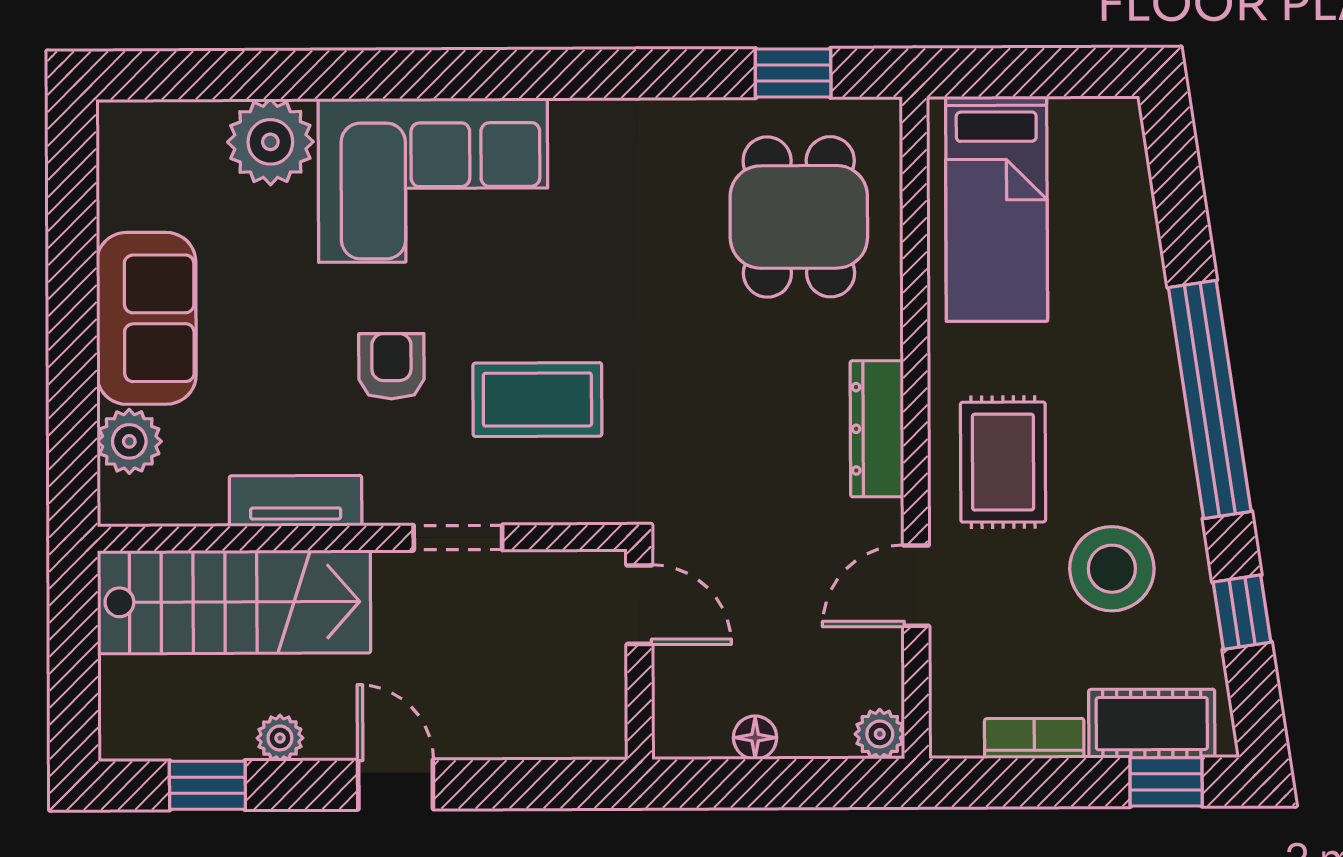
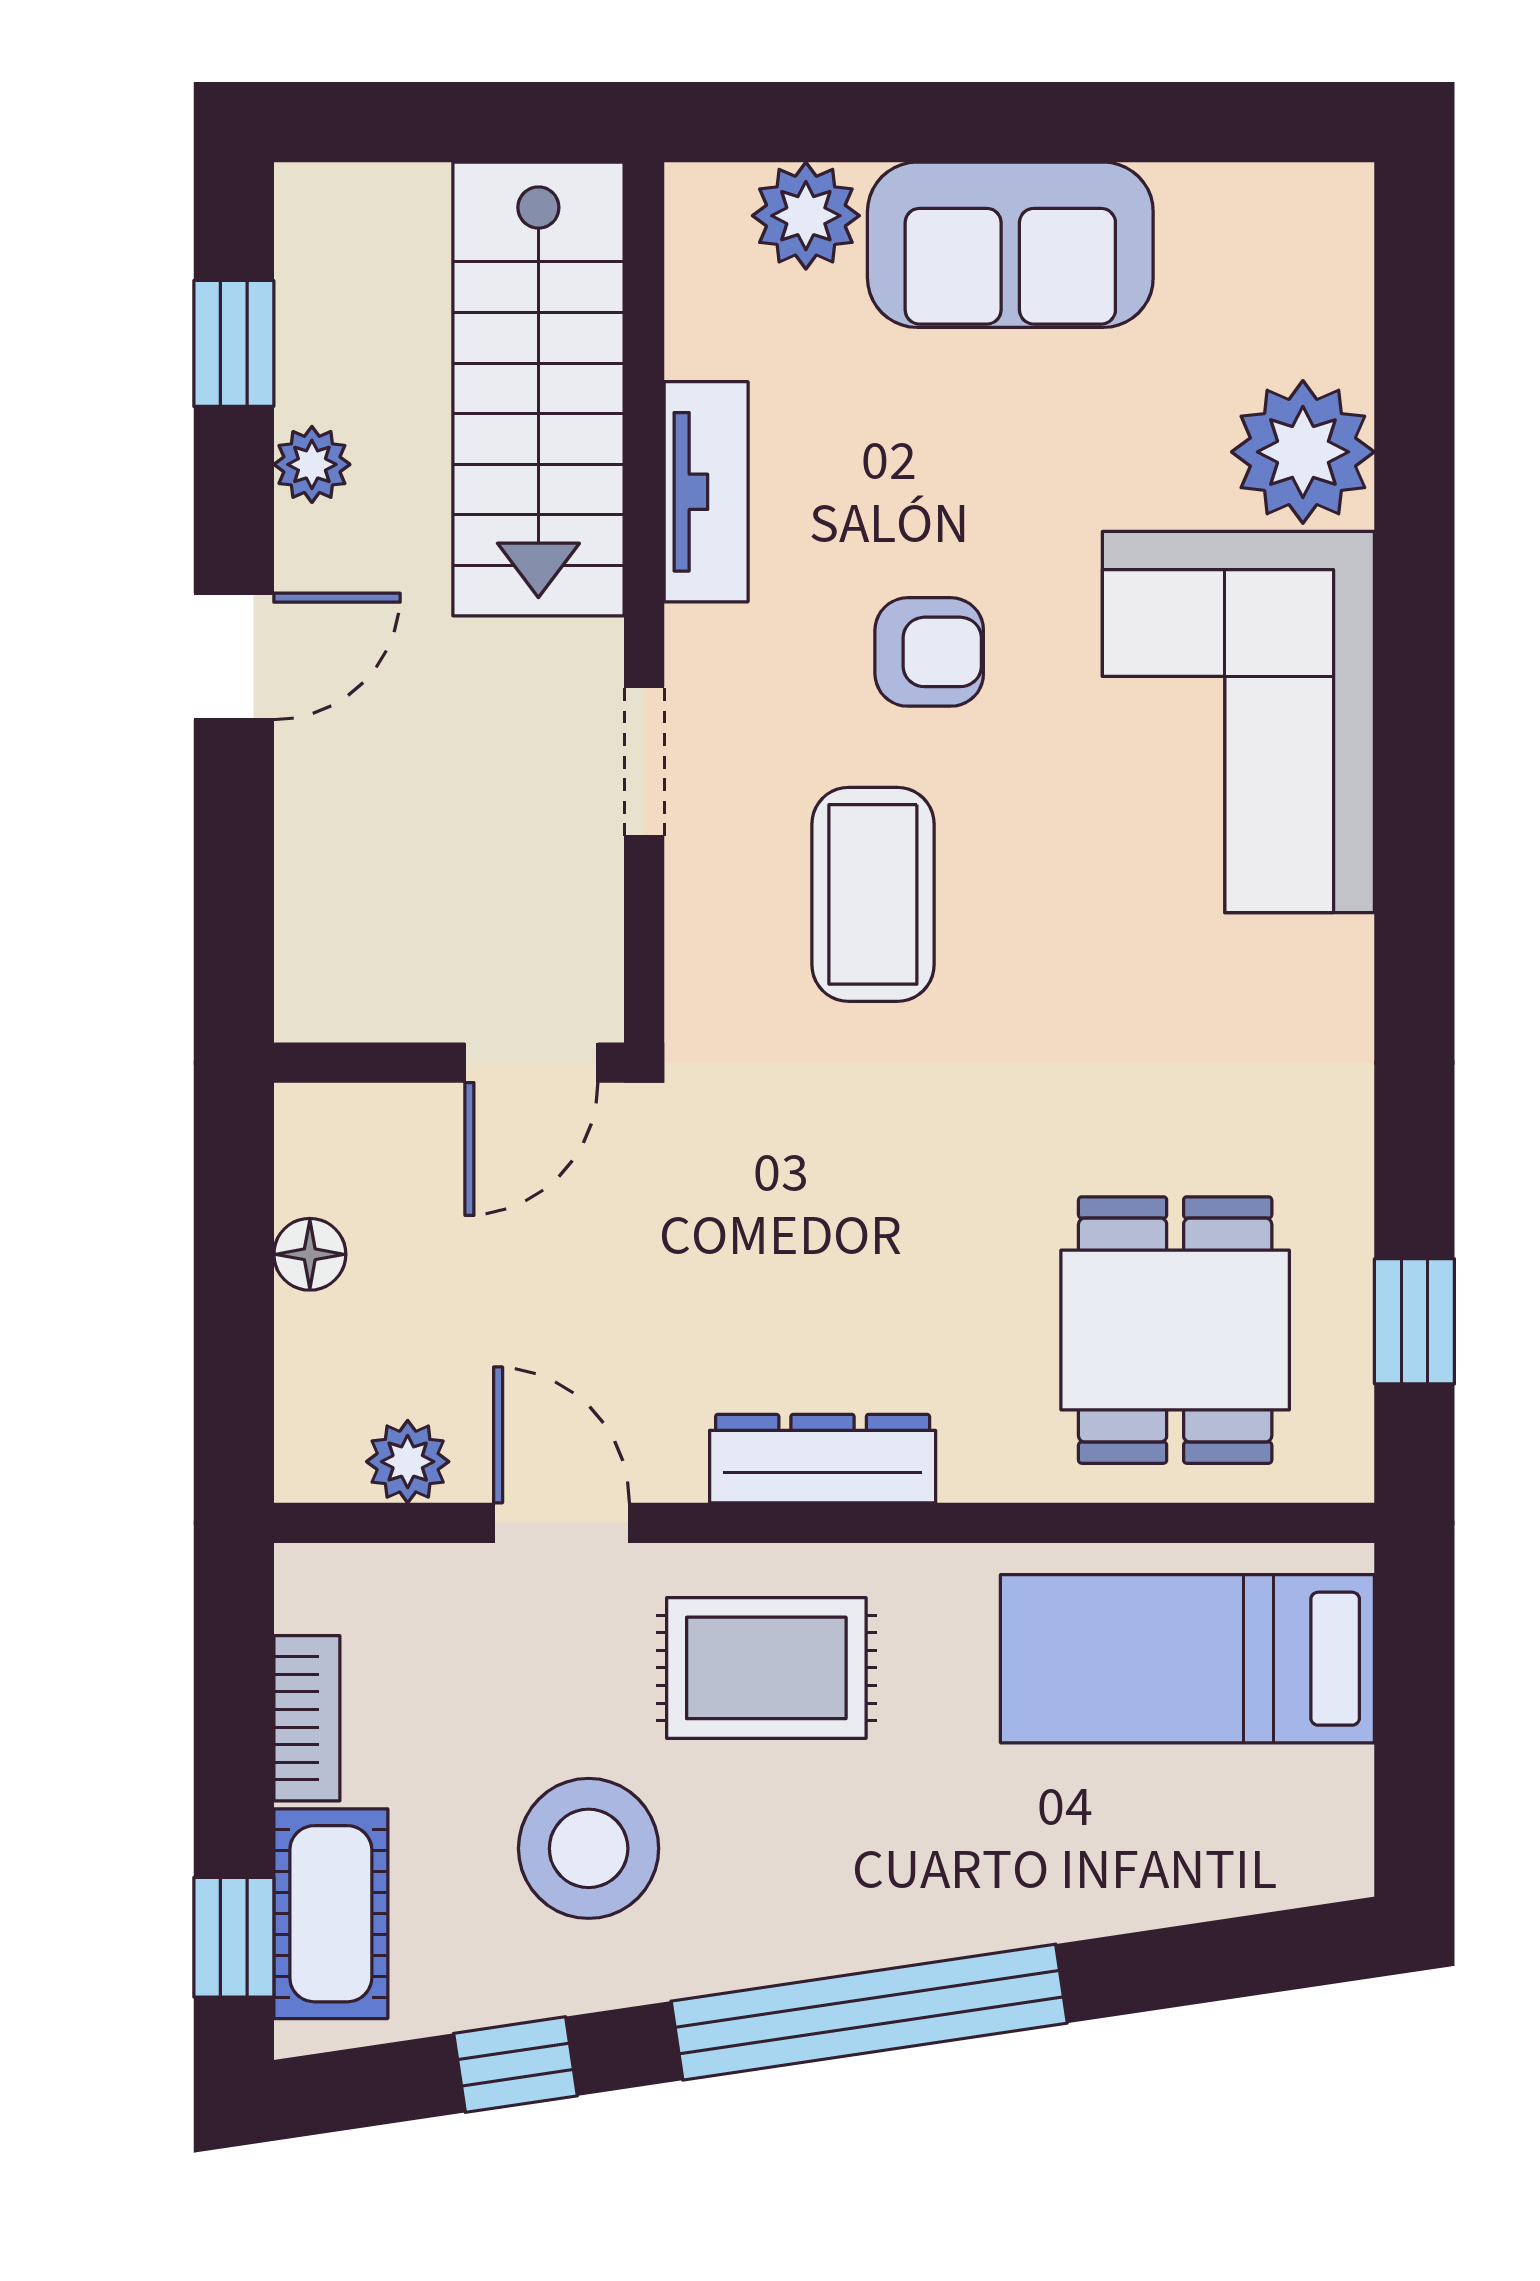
dining table: (799, 217) -> (1175, 1330), turned 90
plant: (880, 734) -> (408, 1462), moved

